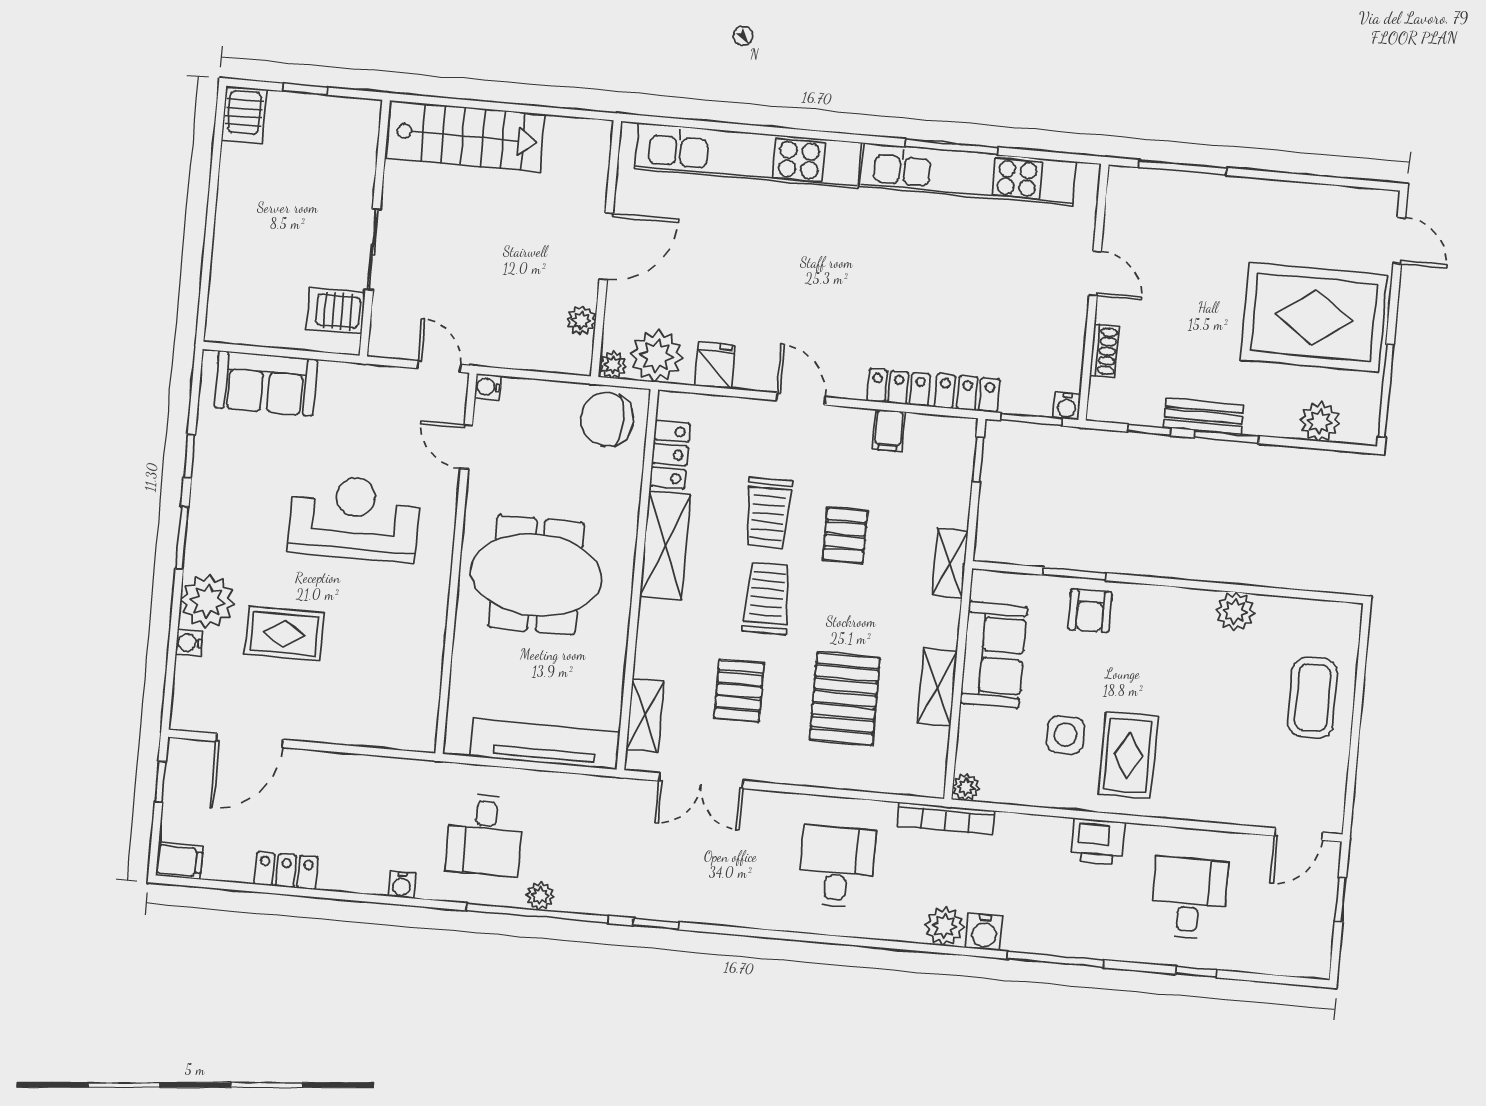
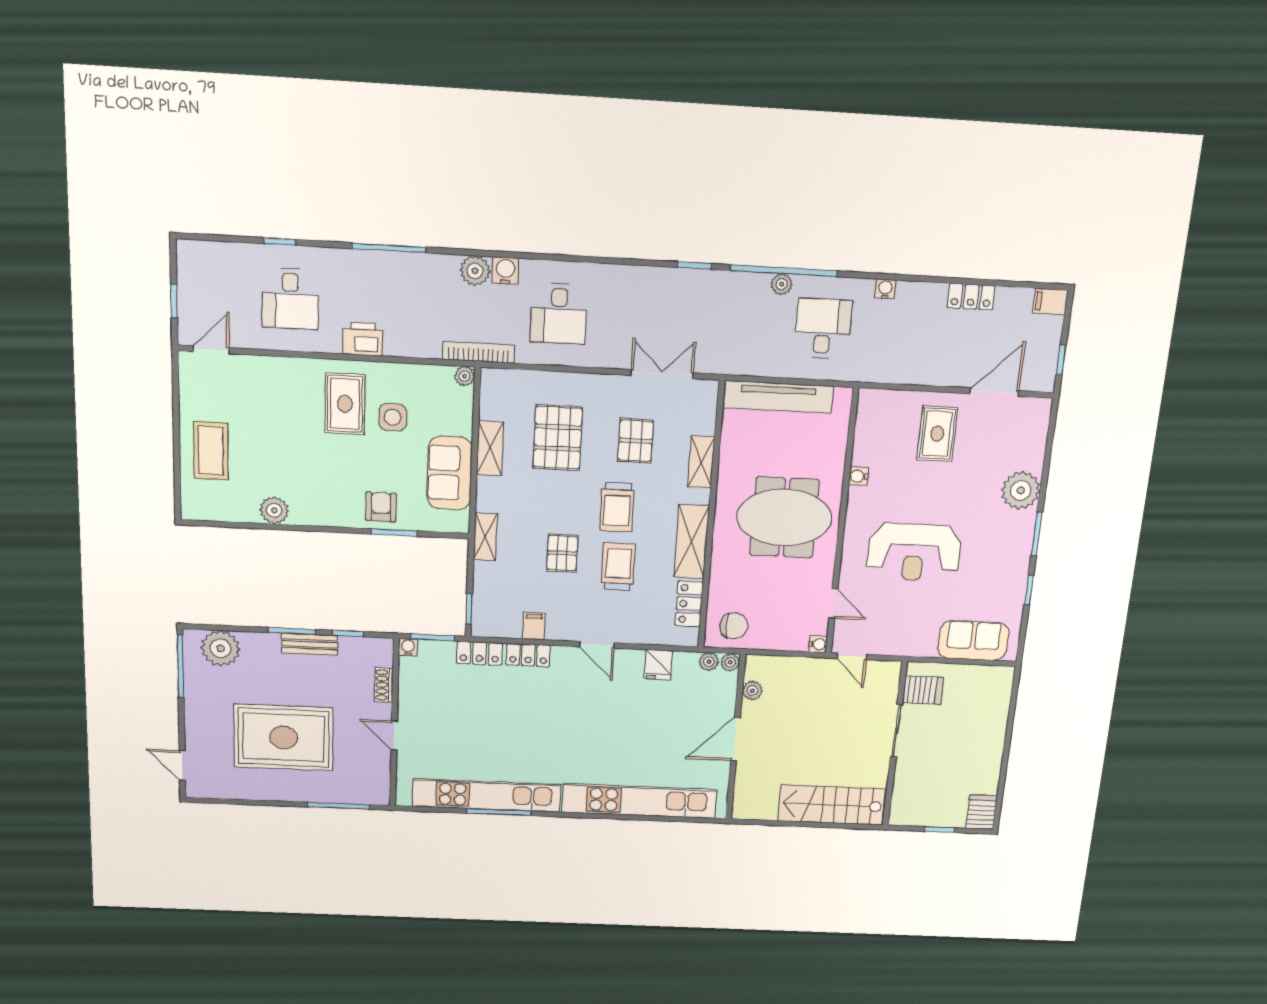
rug: (1314, 317) -> (284, 737), moved
plant: (657, 356) -> (709, 662), width x0.53, depth x0.53
chair: (607, 419) -> (734, 626), width x0.73, depth x0.73
plant: (1320, 422) -> (221, 648), width x1.36, depth x1.36
rug: (284, 634) -> (937, 434), moved, turned 90
water cooler: (189, 643) -> (859, 476), moved, turned 180
shelving: (645, 715) -> (701, 462), moved
water cooler: (984, 932) -> (505, 271), moved

